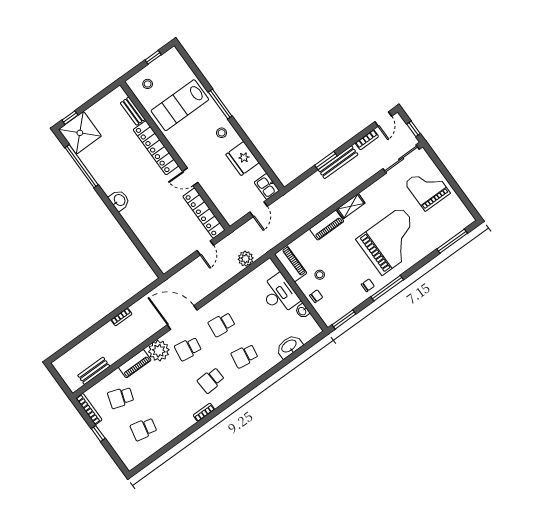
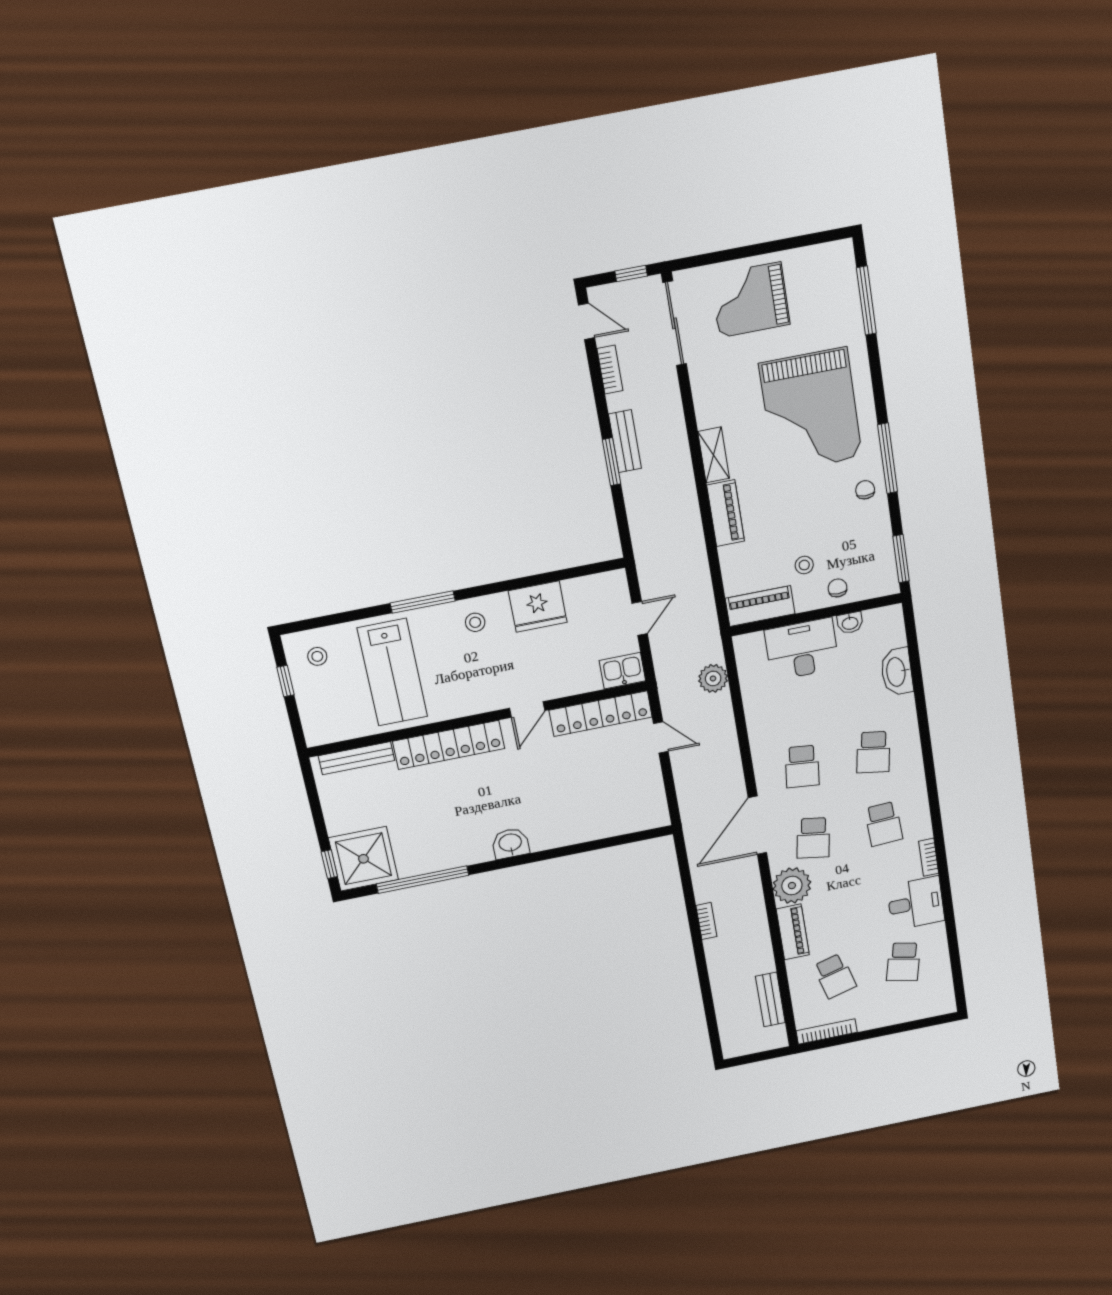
stool: (148, 84) -> (317, 656), moved
bench: (133, 111) -> (356, 758), width x1.36
bench: (338, 162) -> (625, 441), width x0.73
kitchen sink: (267, 186) -> (622, 671), moved, turned 180
door: (259, 209) -> (640, 618), hinge flipped
grand piano: (392, 241) -> (811, 411), turned 180
school desk: (121, 397) -> (835, 976), turned -33
desk: (177, 419) -> (916, 903), added
window: (98, 434) -> (873, 1034), removed

